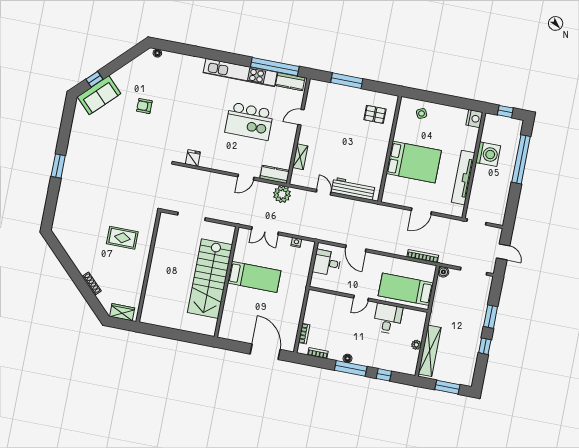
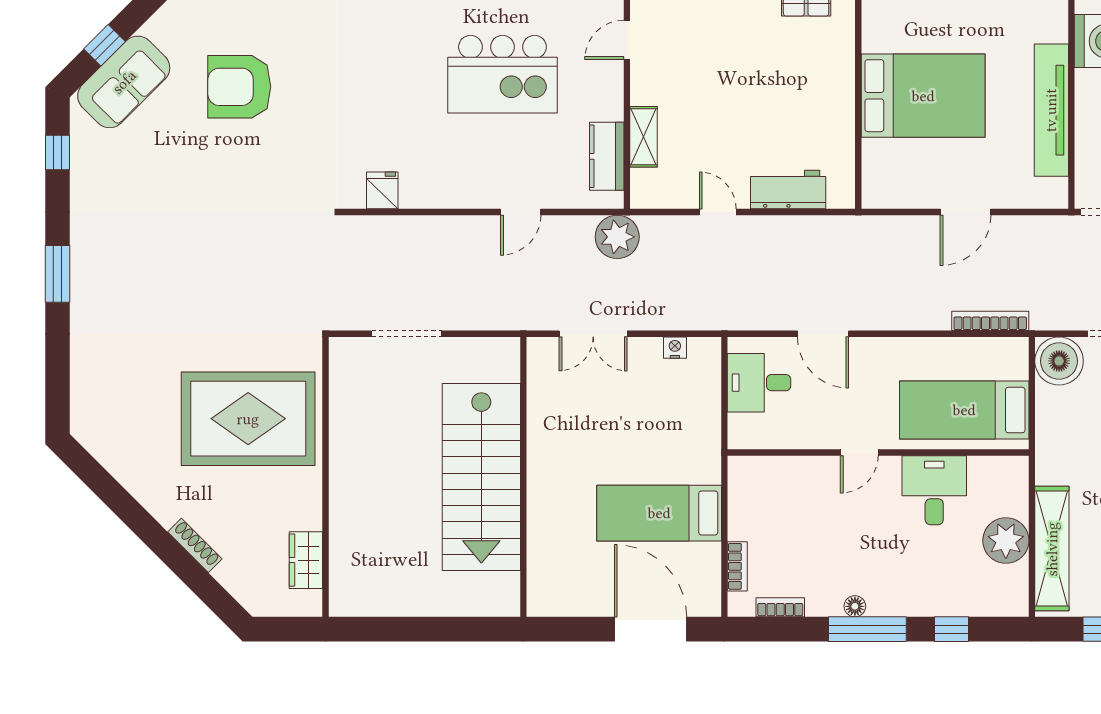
armchair: (144, 106) -> (239, 87), width x1.88, depth x1.88
window: (67, 118) -> (58, 153), added
kitchen counter: (275, 174) -> (607, 156), moved, turned -90
workbench: (353, 189) -> (788, 190), width x0.73
rug: (122, 238) -> (248, 419), width x1.86, depth x2.06
boiler: (443, 272) -> (1059, 361), width x1.86, depth x1.86
bed: (254, 277) -> (659, 513), moved, turned 180
wardrobe: (122, 312) -> (306, 560), moved, turned -90
plant: (416, 345) -> (1006, 541), width x1.88, depth x1.88

